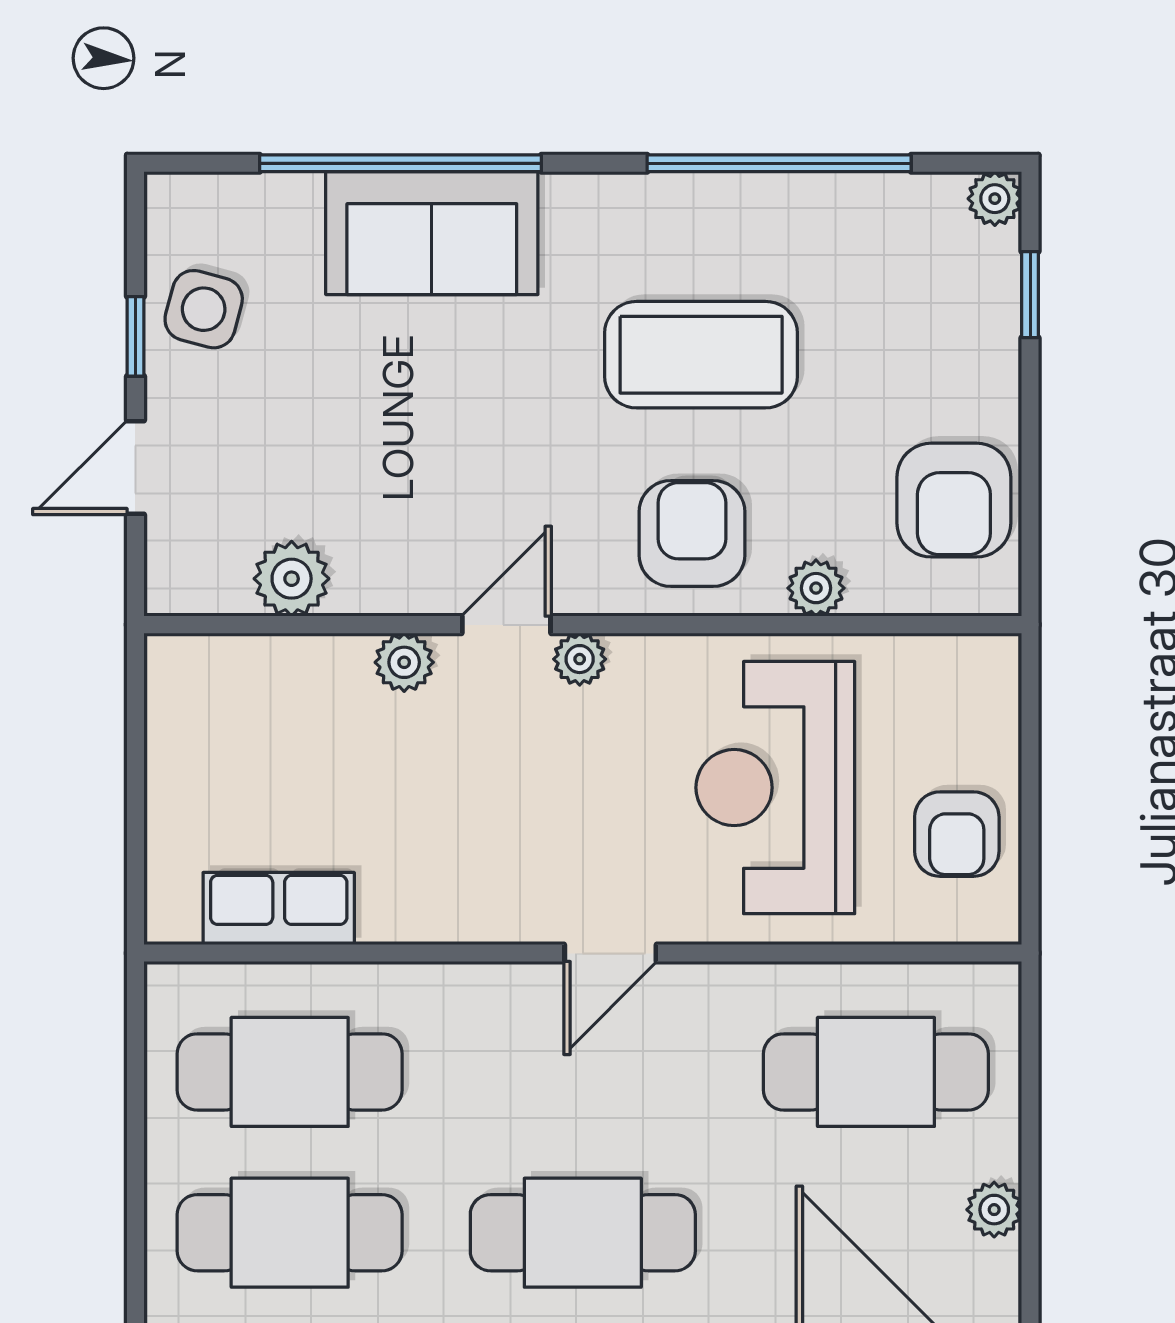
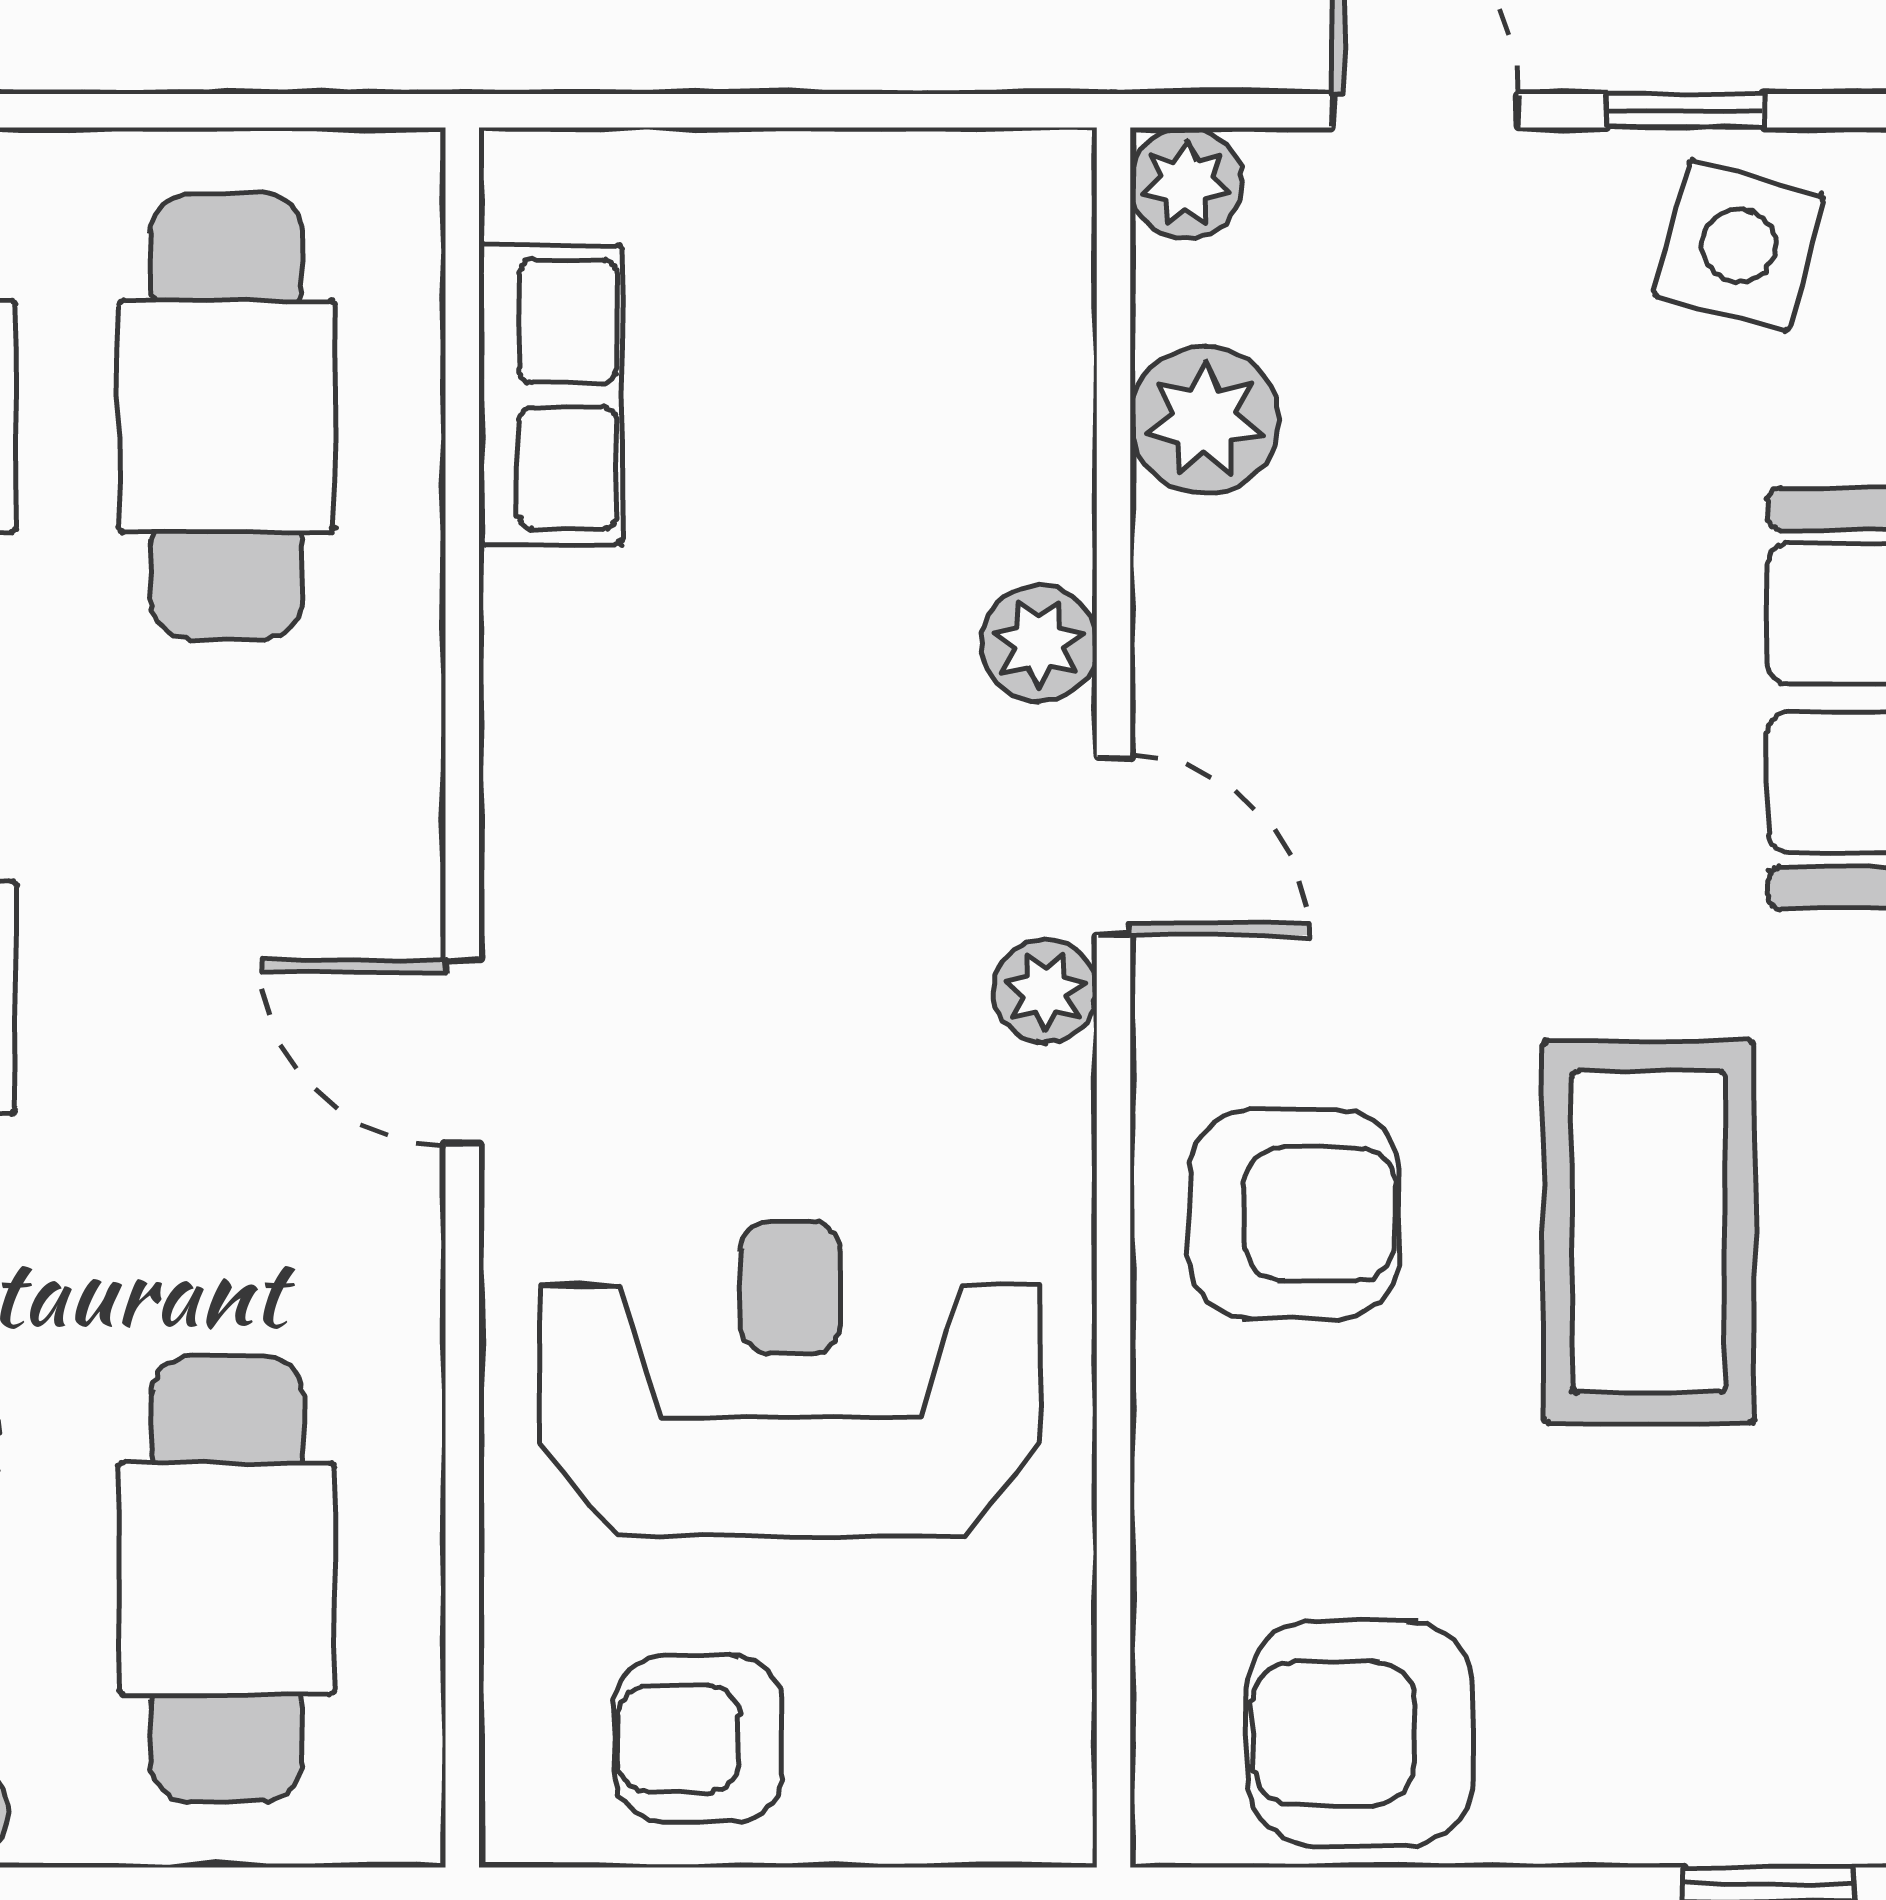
plant: (816, 588) -> (1186, 183), moved

